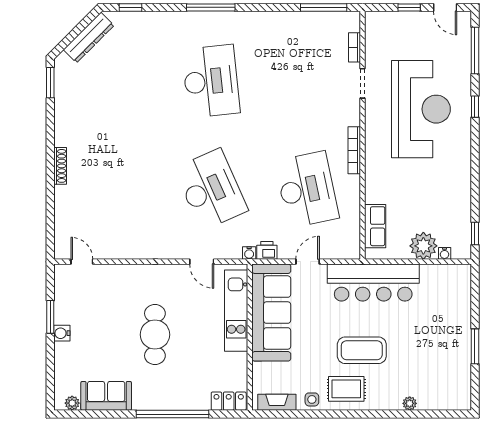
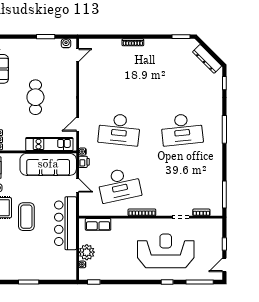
reception desk: (421, 109) -> (166, 251), turned 180
desk: (211, 189) -> (119, 130), turned 30
water cooler: (62, 333) -> (66, 43), moved
cafe table: (155, 335) -> (35, 97), turned 90

